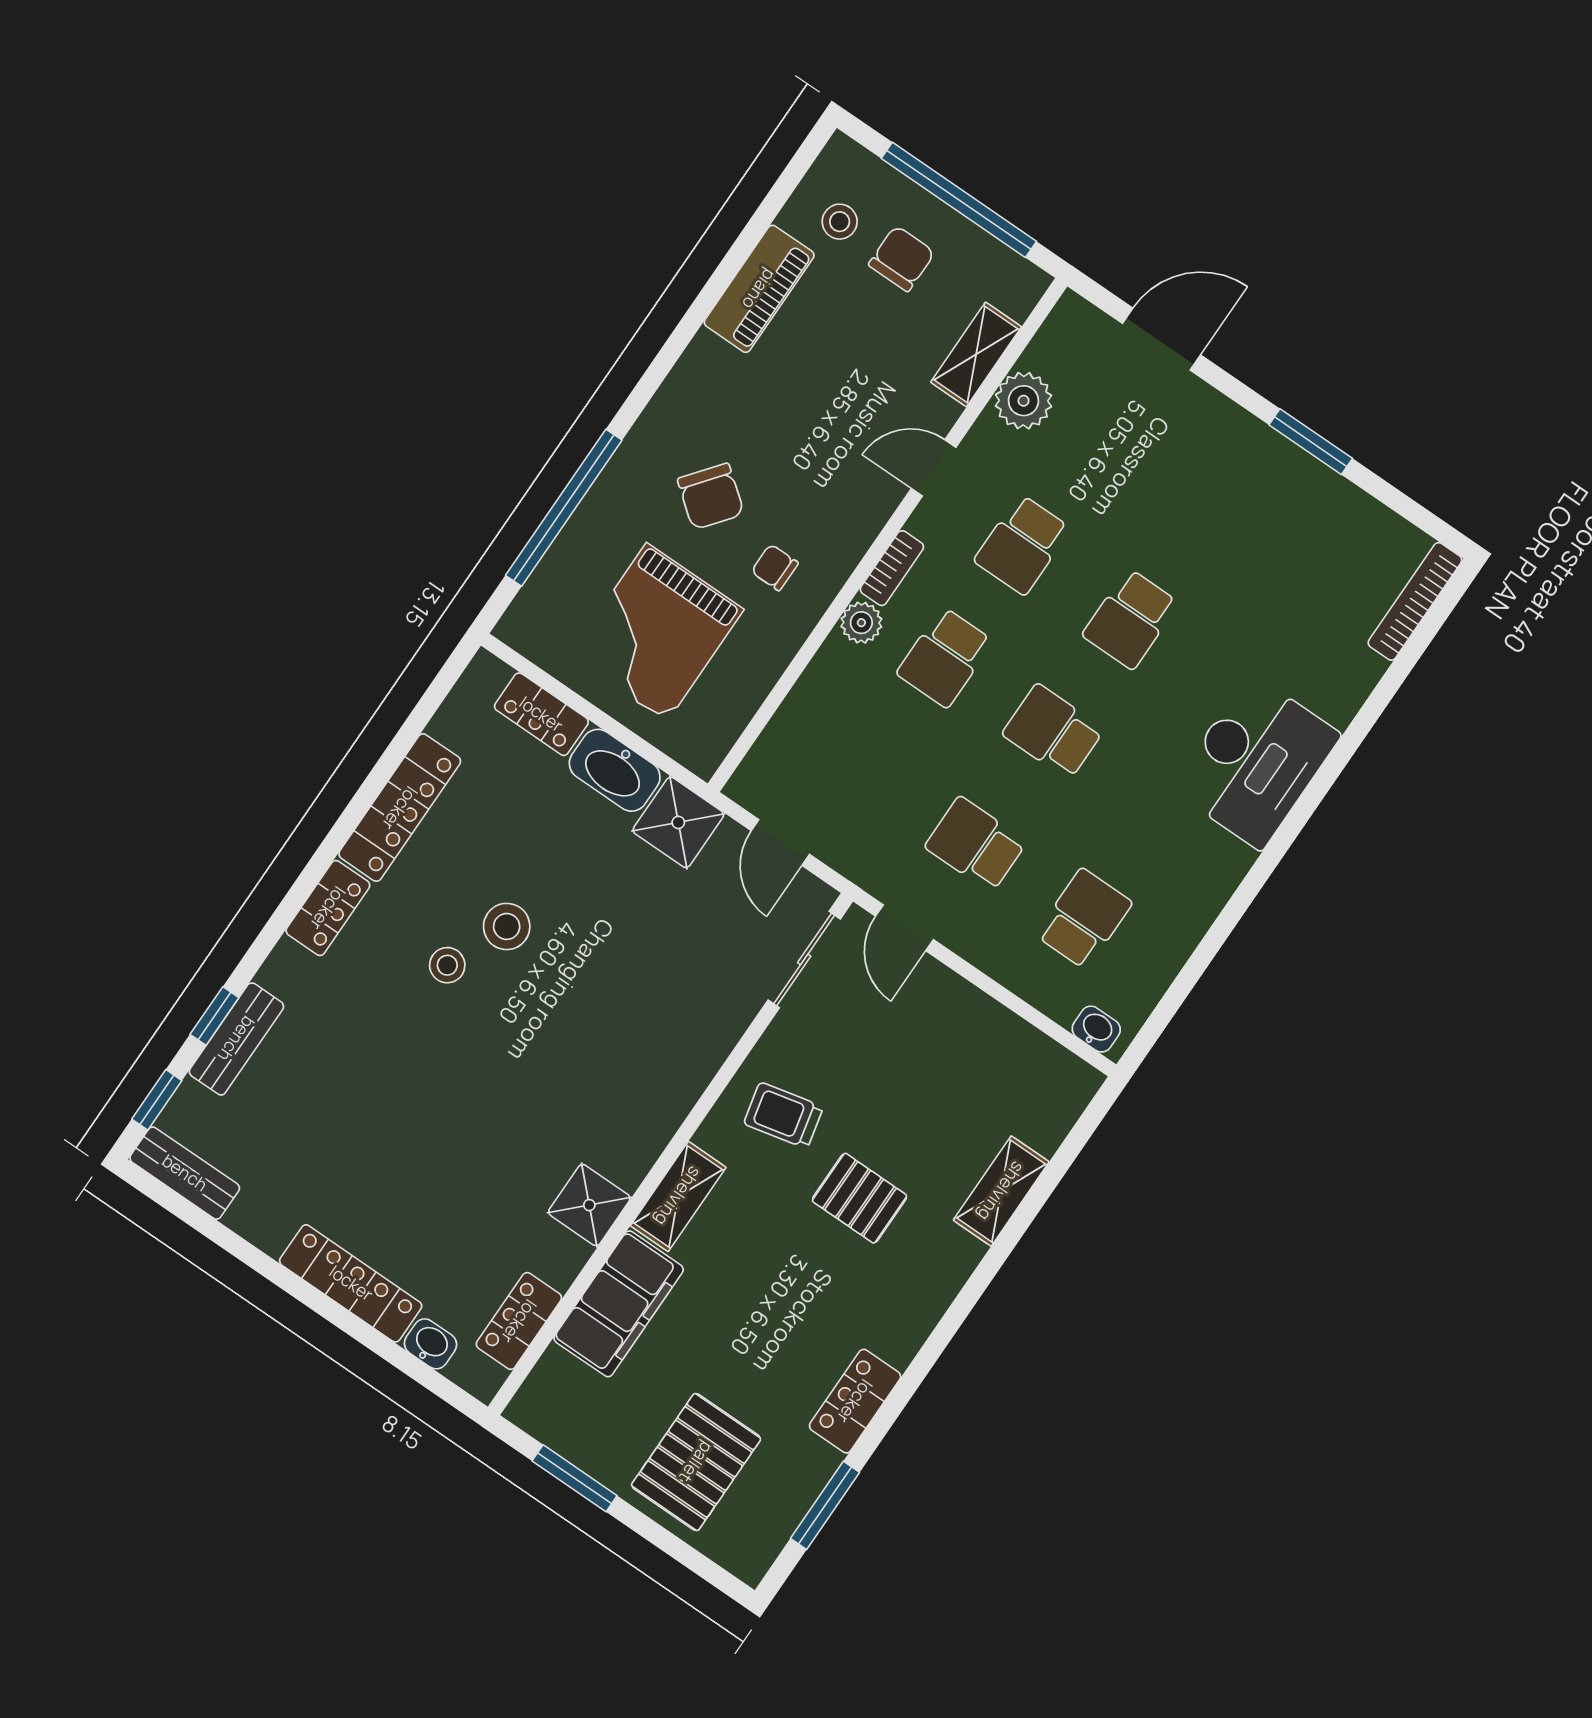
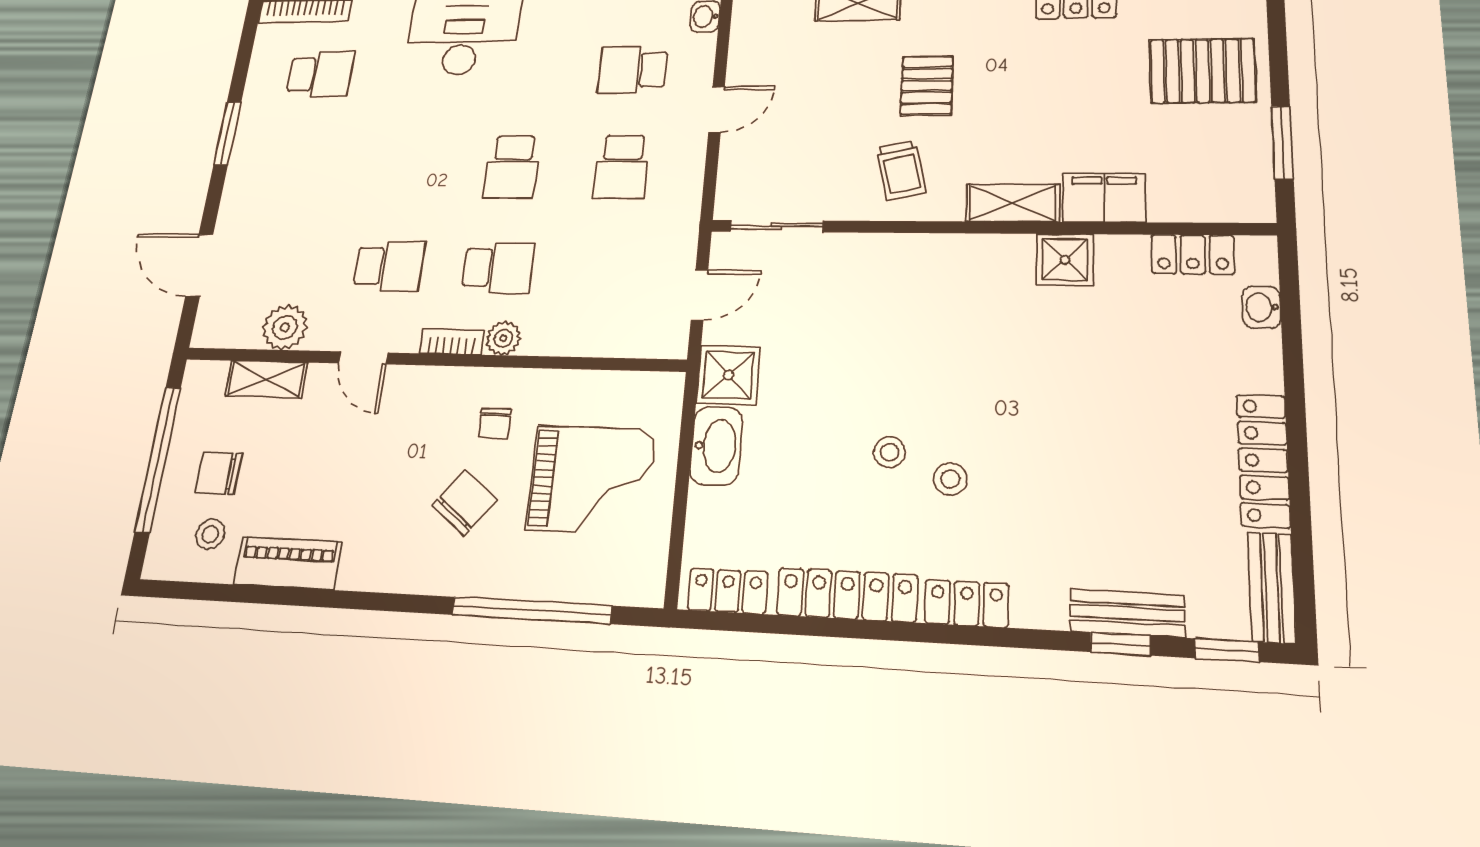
school desk: (1130, 619) -> (320, 74), moved
locker: (541, 714) -> (728, 591), moved, turned -90
stool: (507, 926) -> (889, 452), width x0.73, depth x0.73
door: (905, 928) -> (717, 109), moved
locker: (351, 1283) -> (1263, 460), moved
filing cabinet: (619, 1304) -> (1104, 198), width x0.67, depth x0.86

